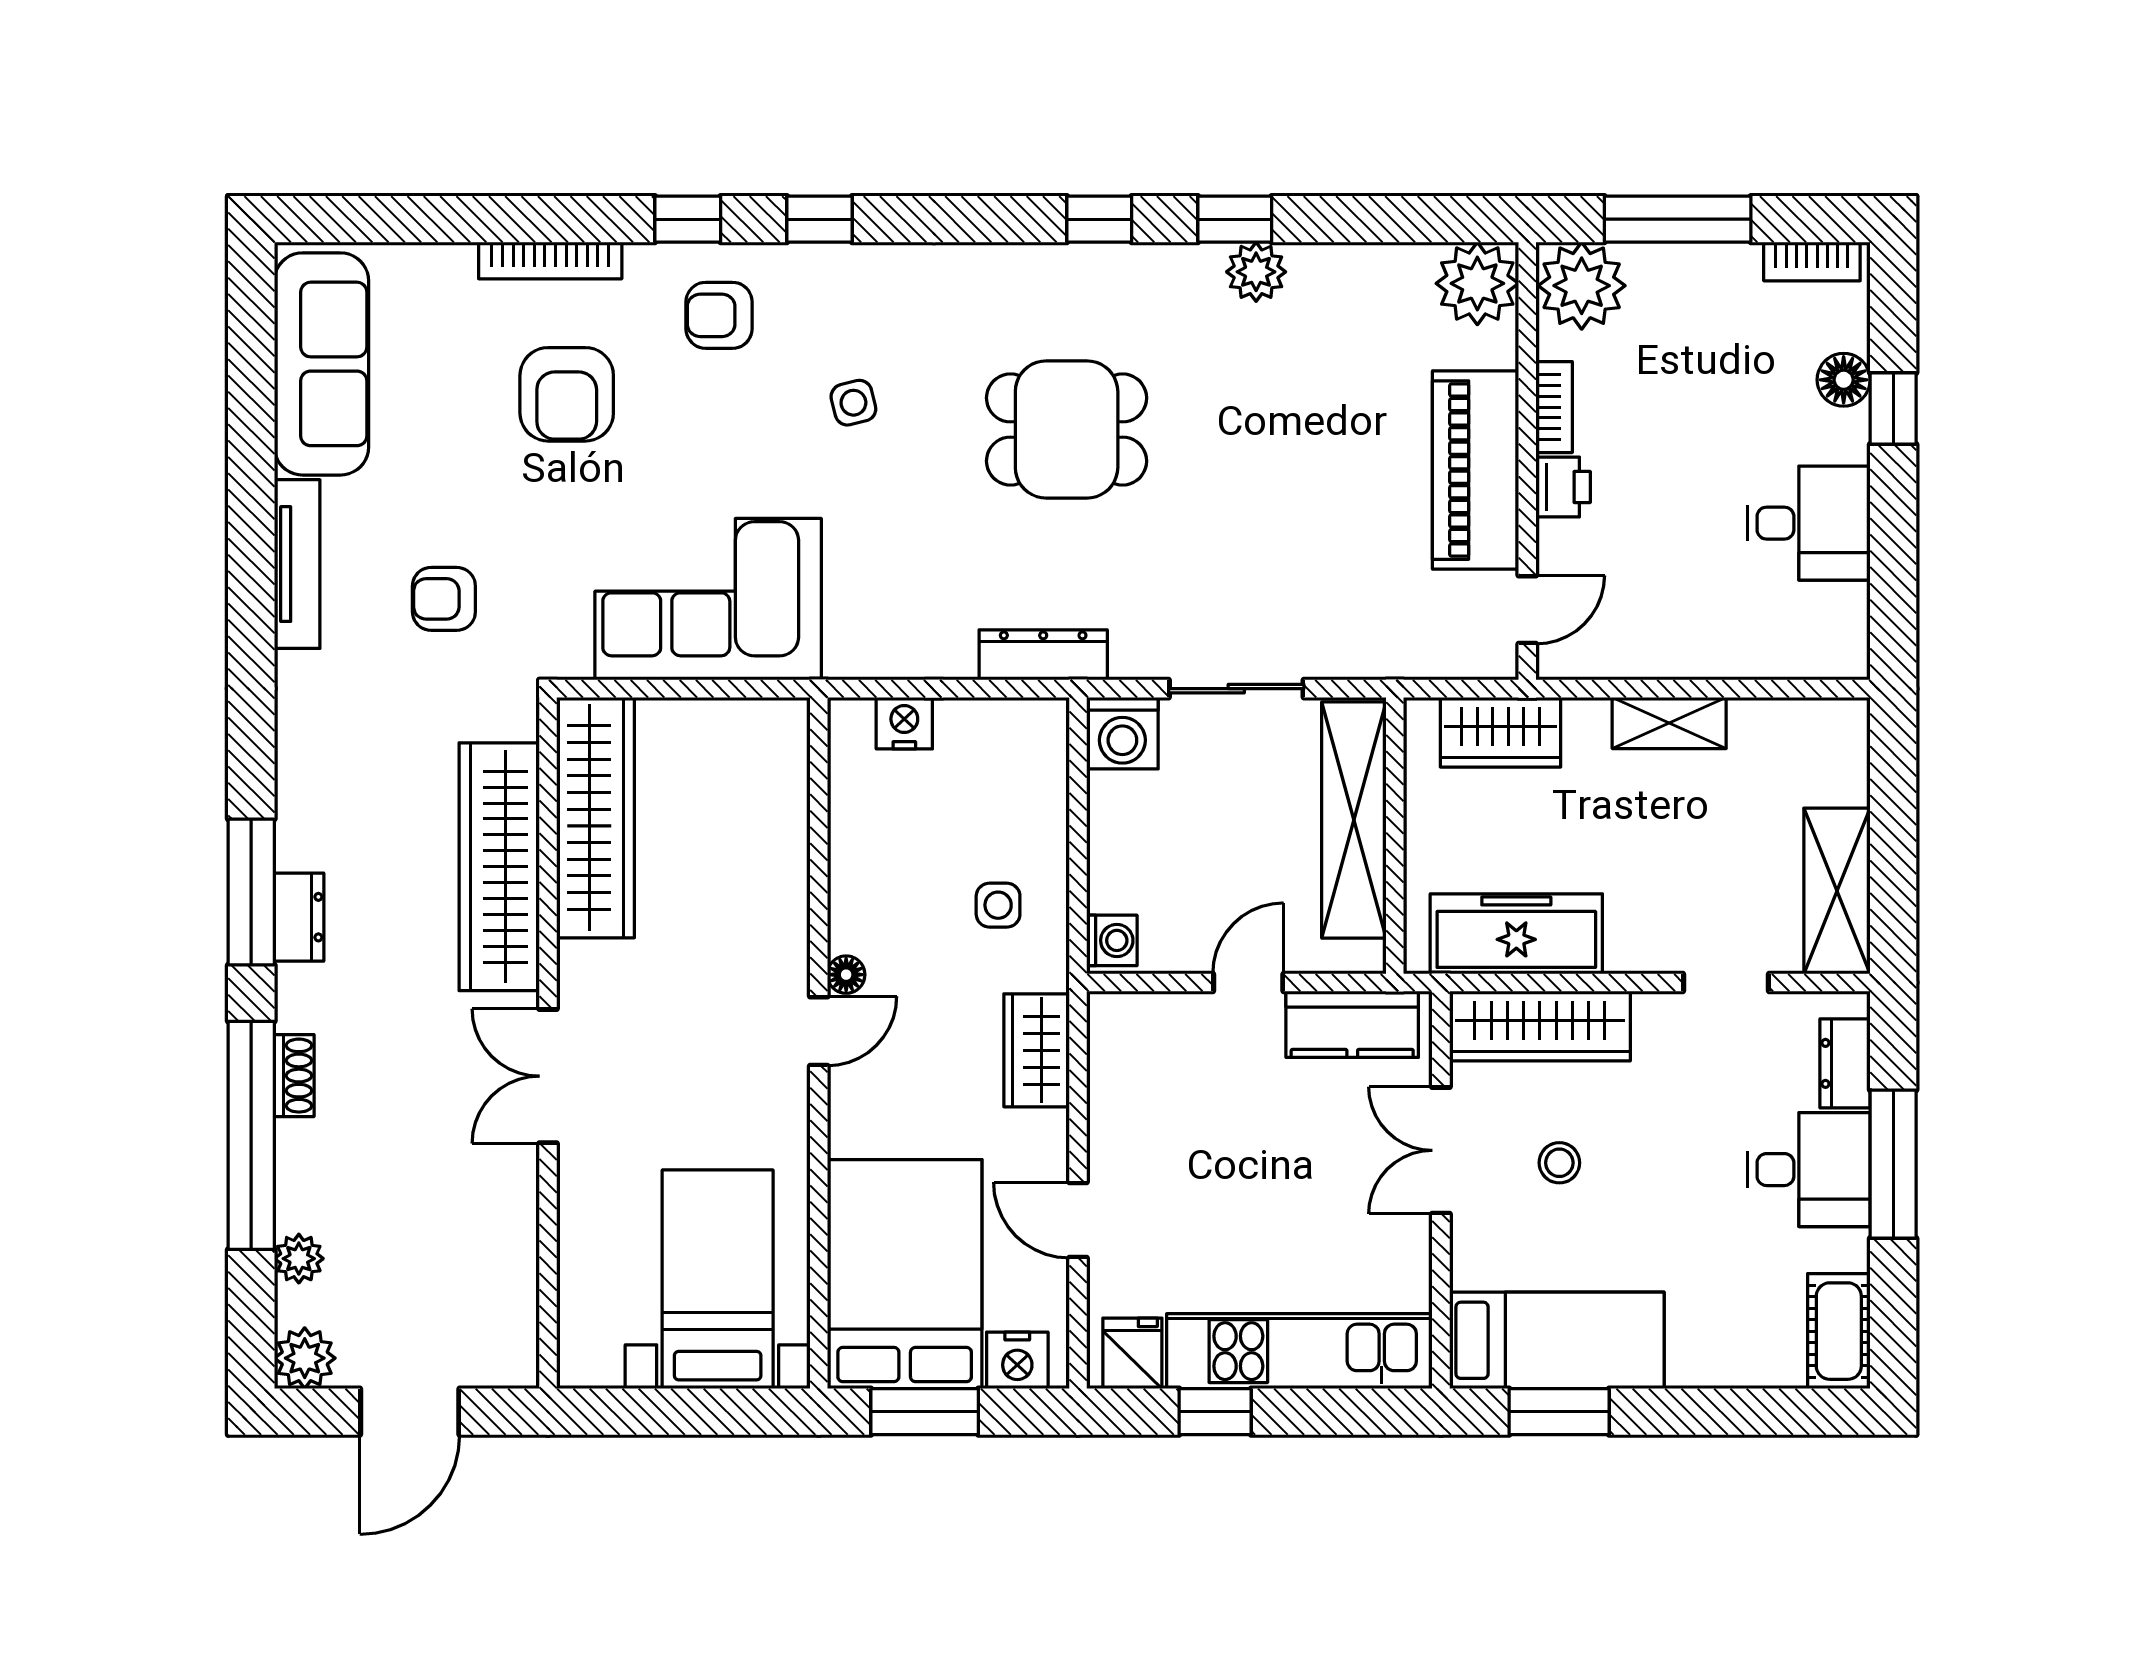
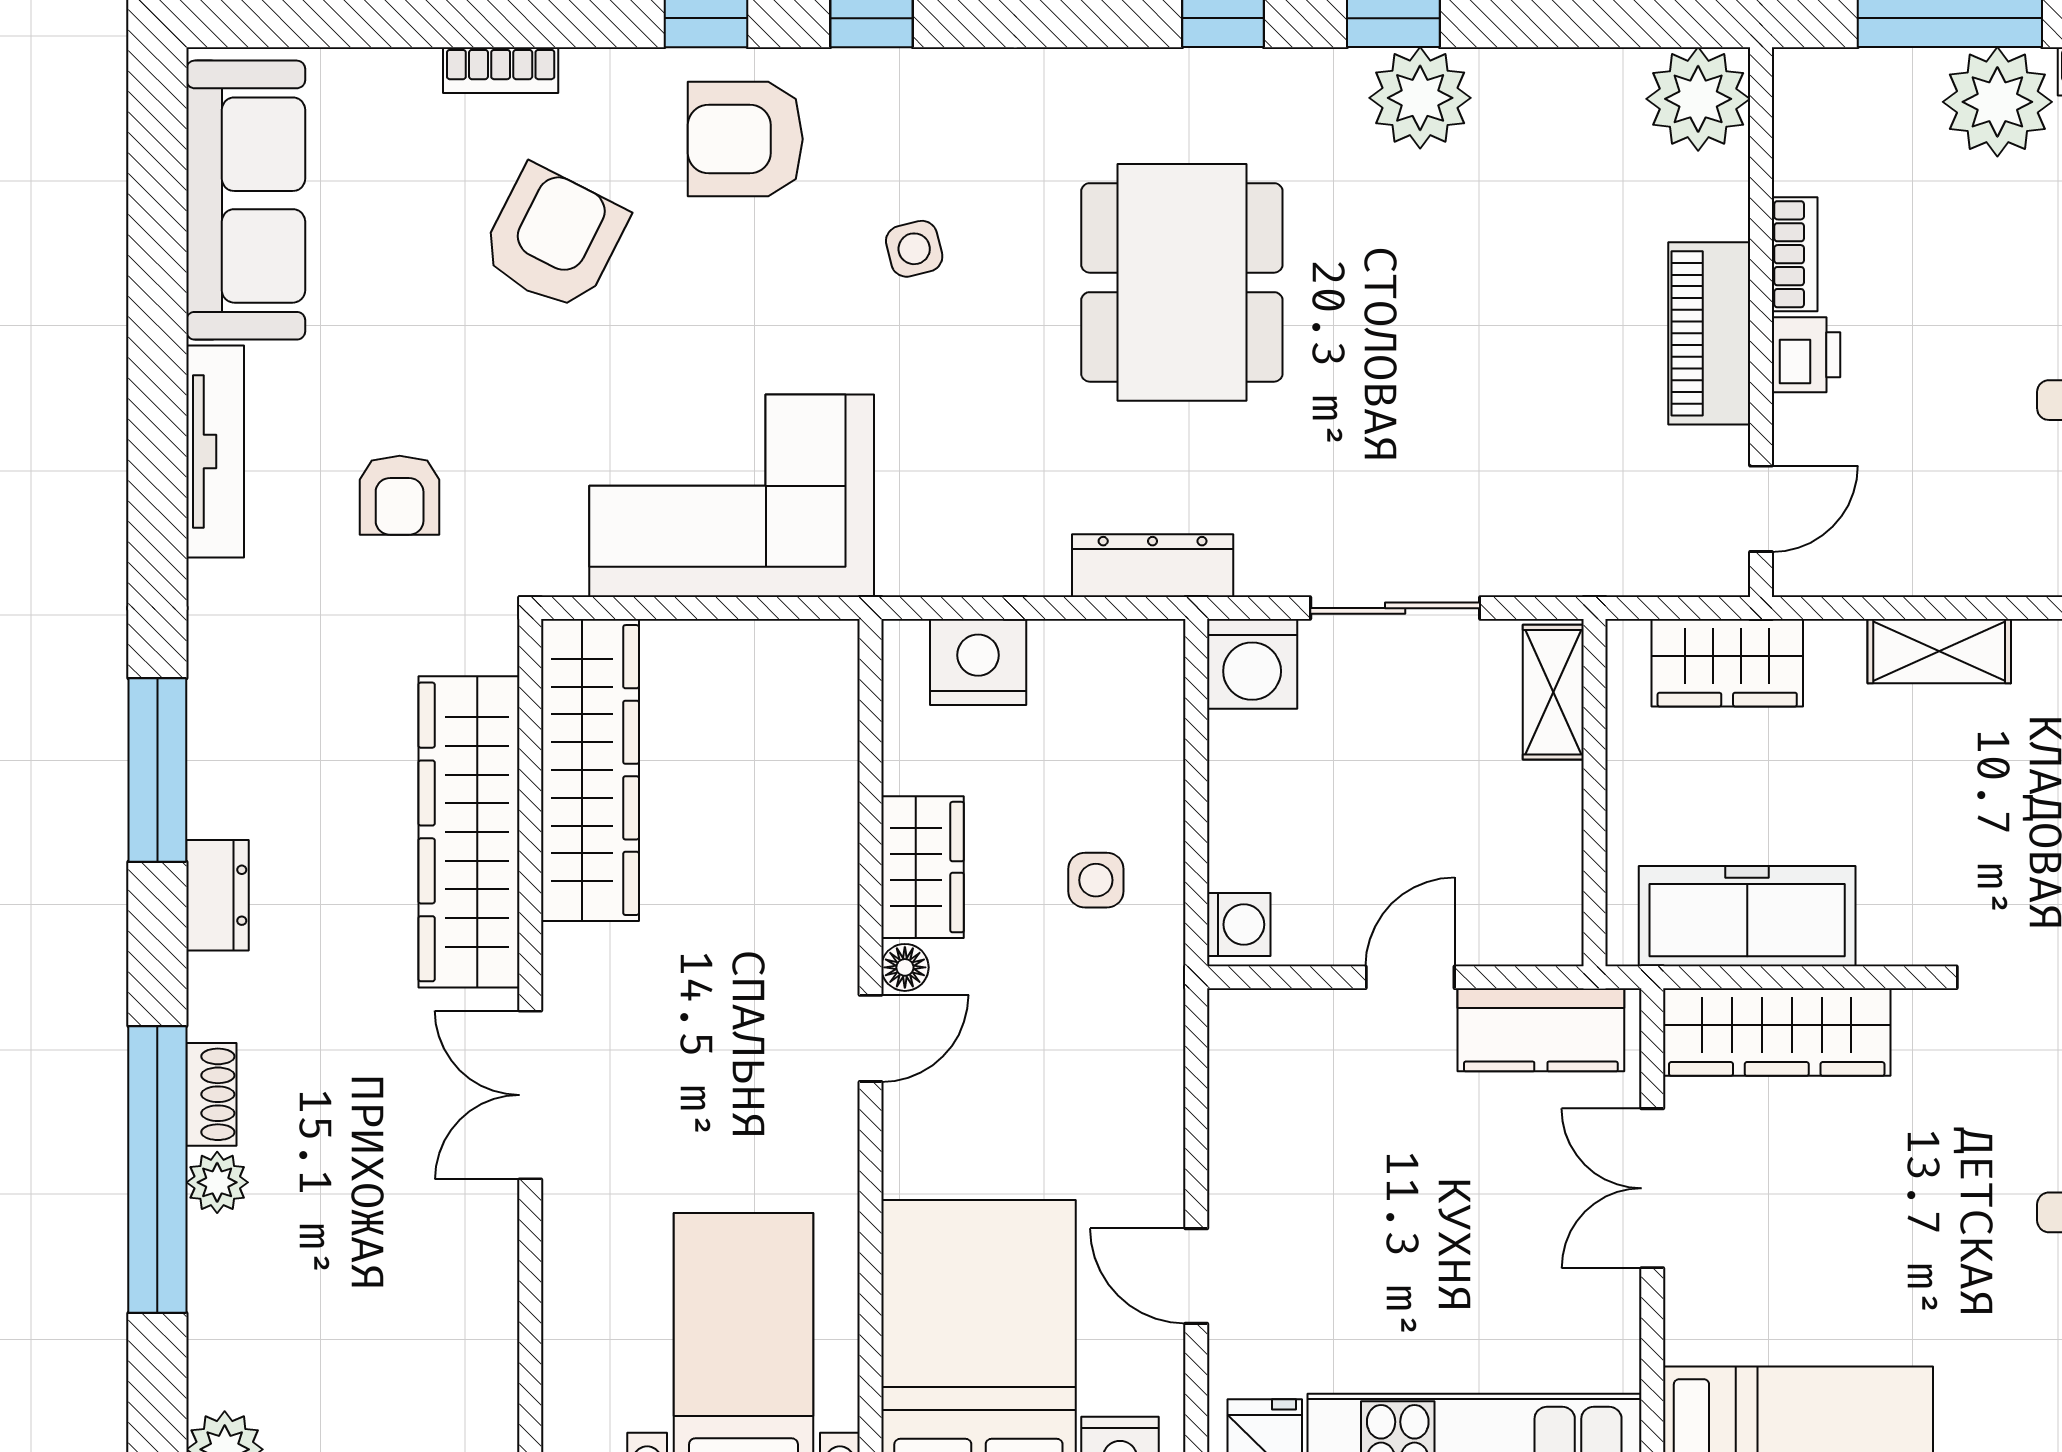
bookcase: (550, 260) -> (501, 70), width x0.64
plant: (1256, 272) -> (1420, 98), width x1.36, depth x1.36
plant: (1582, 286) -> (1997, 102), moved
armchair: (719, 315) -> (745, 139), width x1.38, depth x1.38
armchair: (567, 394) -> (554, 238), turned -153
dining table: (1067, 429) -> (1182, 282), width x1.38
piano: (1476, 470) -> (1709, 333), width x0.73, depth x0.75
armchair: (444, 599) -> (400, 495), turned -90
nightstand: (904, 723) -> (978, 662), width x1.36, depth x1.33
shelving: (1354, 820) -> (1553, 692), width x0.45, depth x0.75
window: (251, 892) -> (157, 770), moved
wardrobe: (1037, 1050) -> (922, 867), moved, turned 180
stool: (1559, 1163) -> (1801, 1204), removed
plant: (299, 1259) -> (217, 1182), moved

